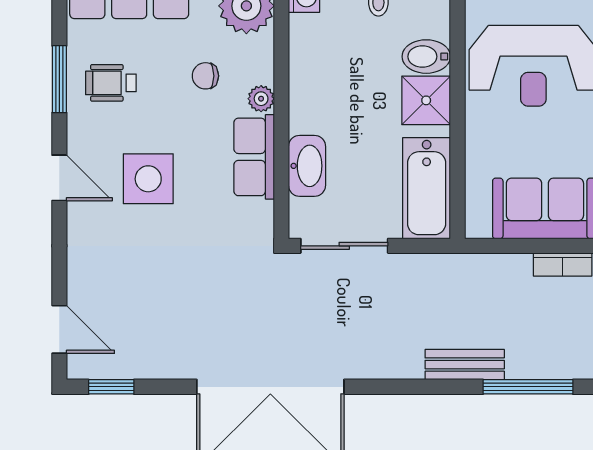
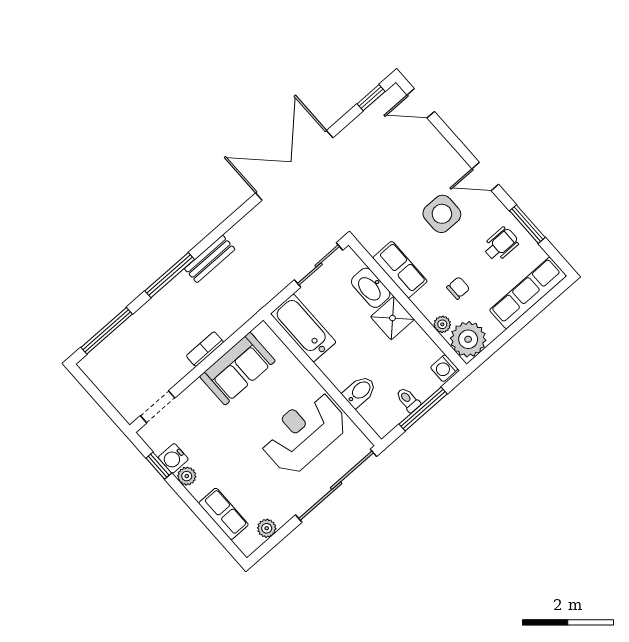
plant: (261, 99) -> (442, 324), moved
shower: (426, 100) -> (392, 318), moved

